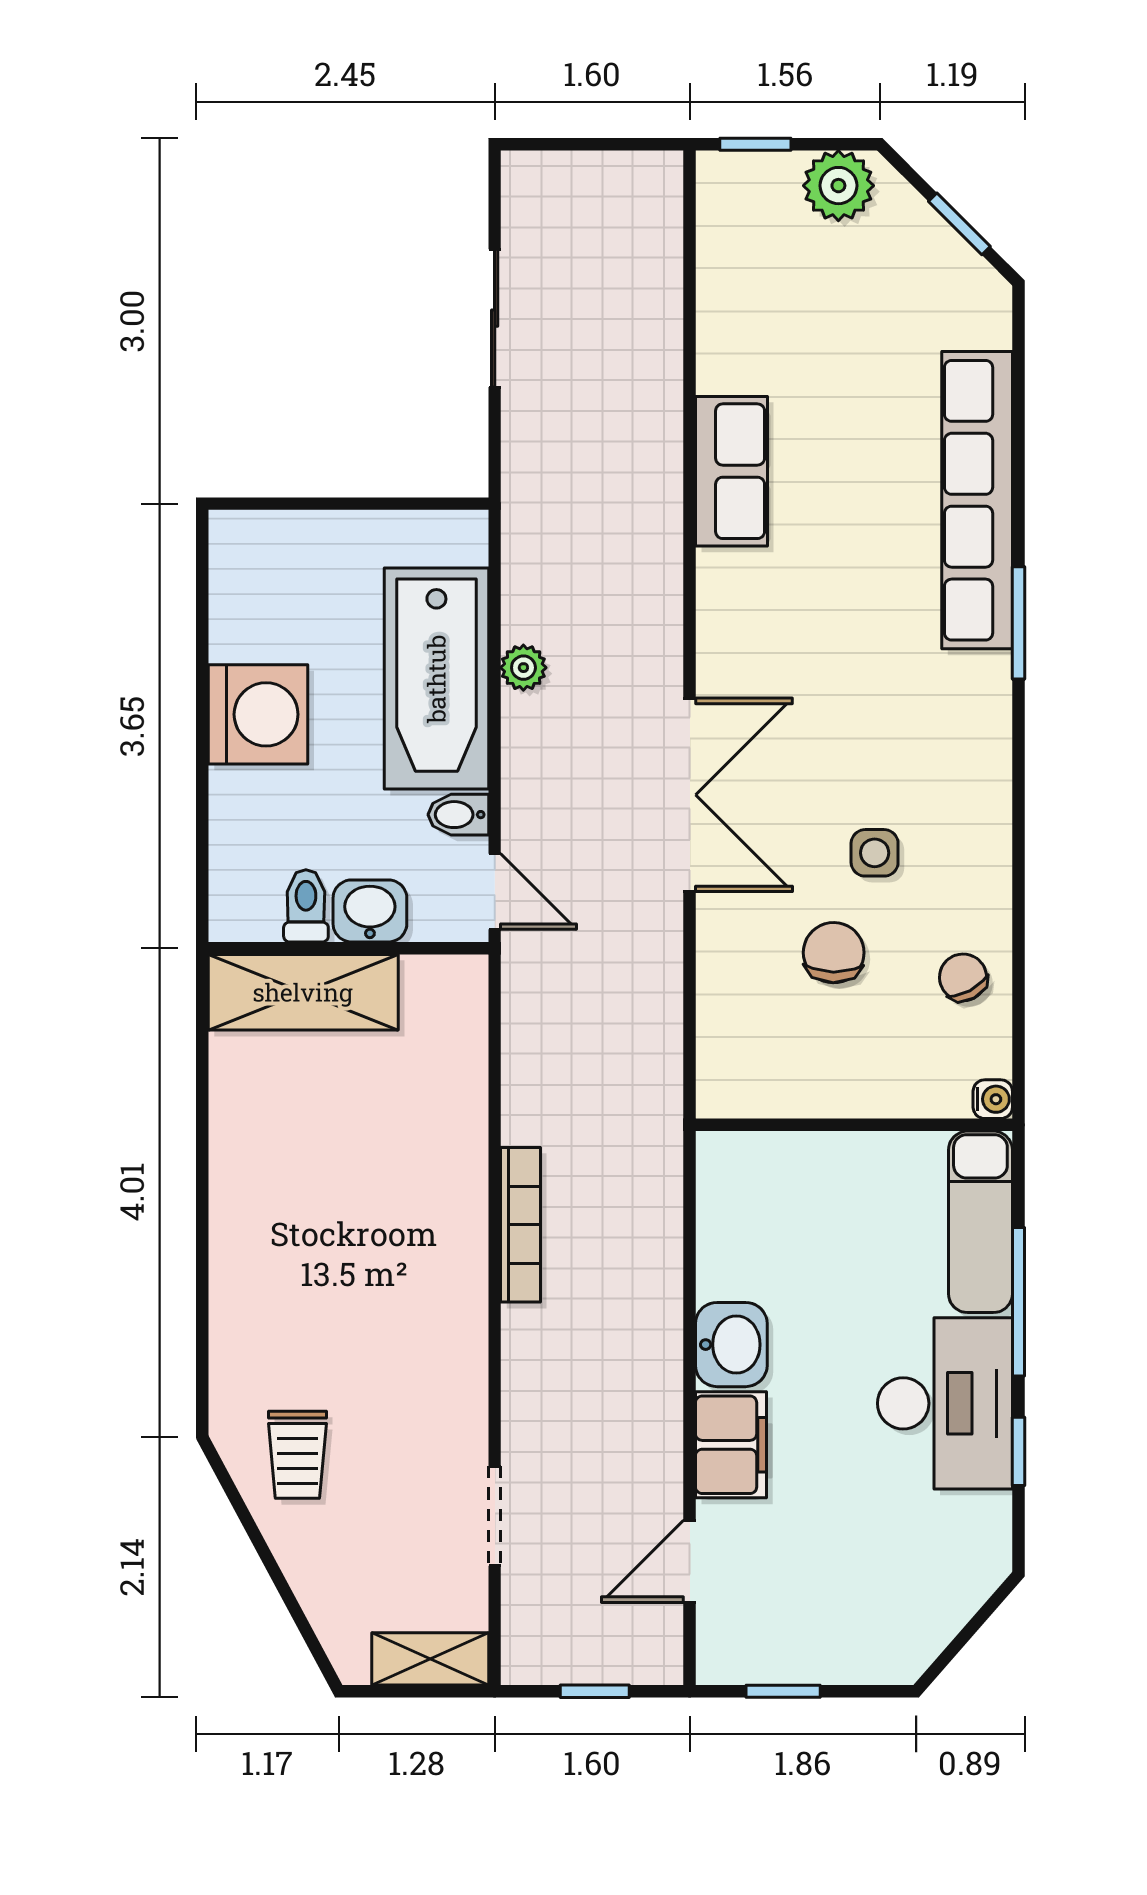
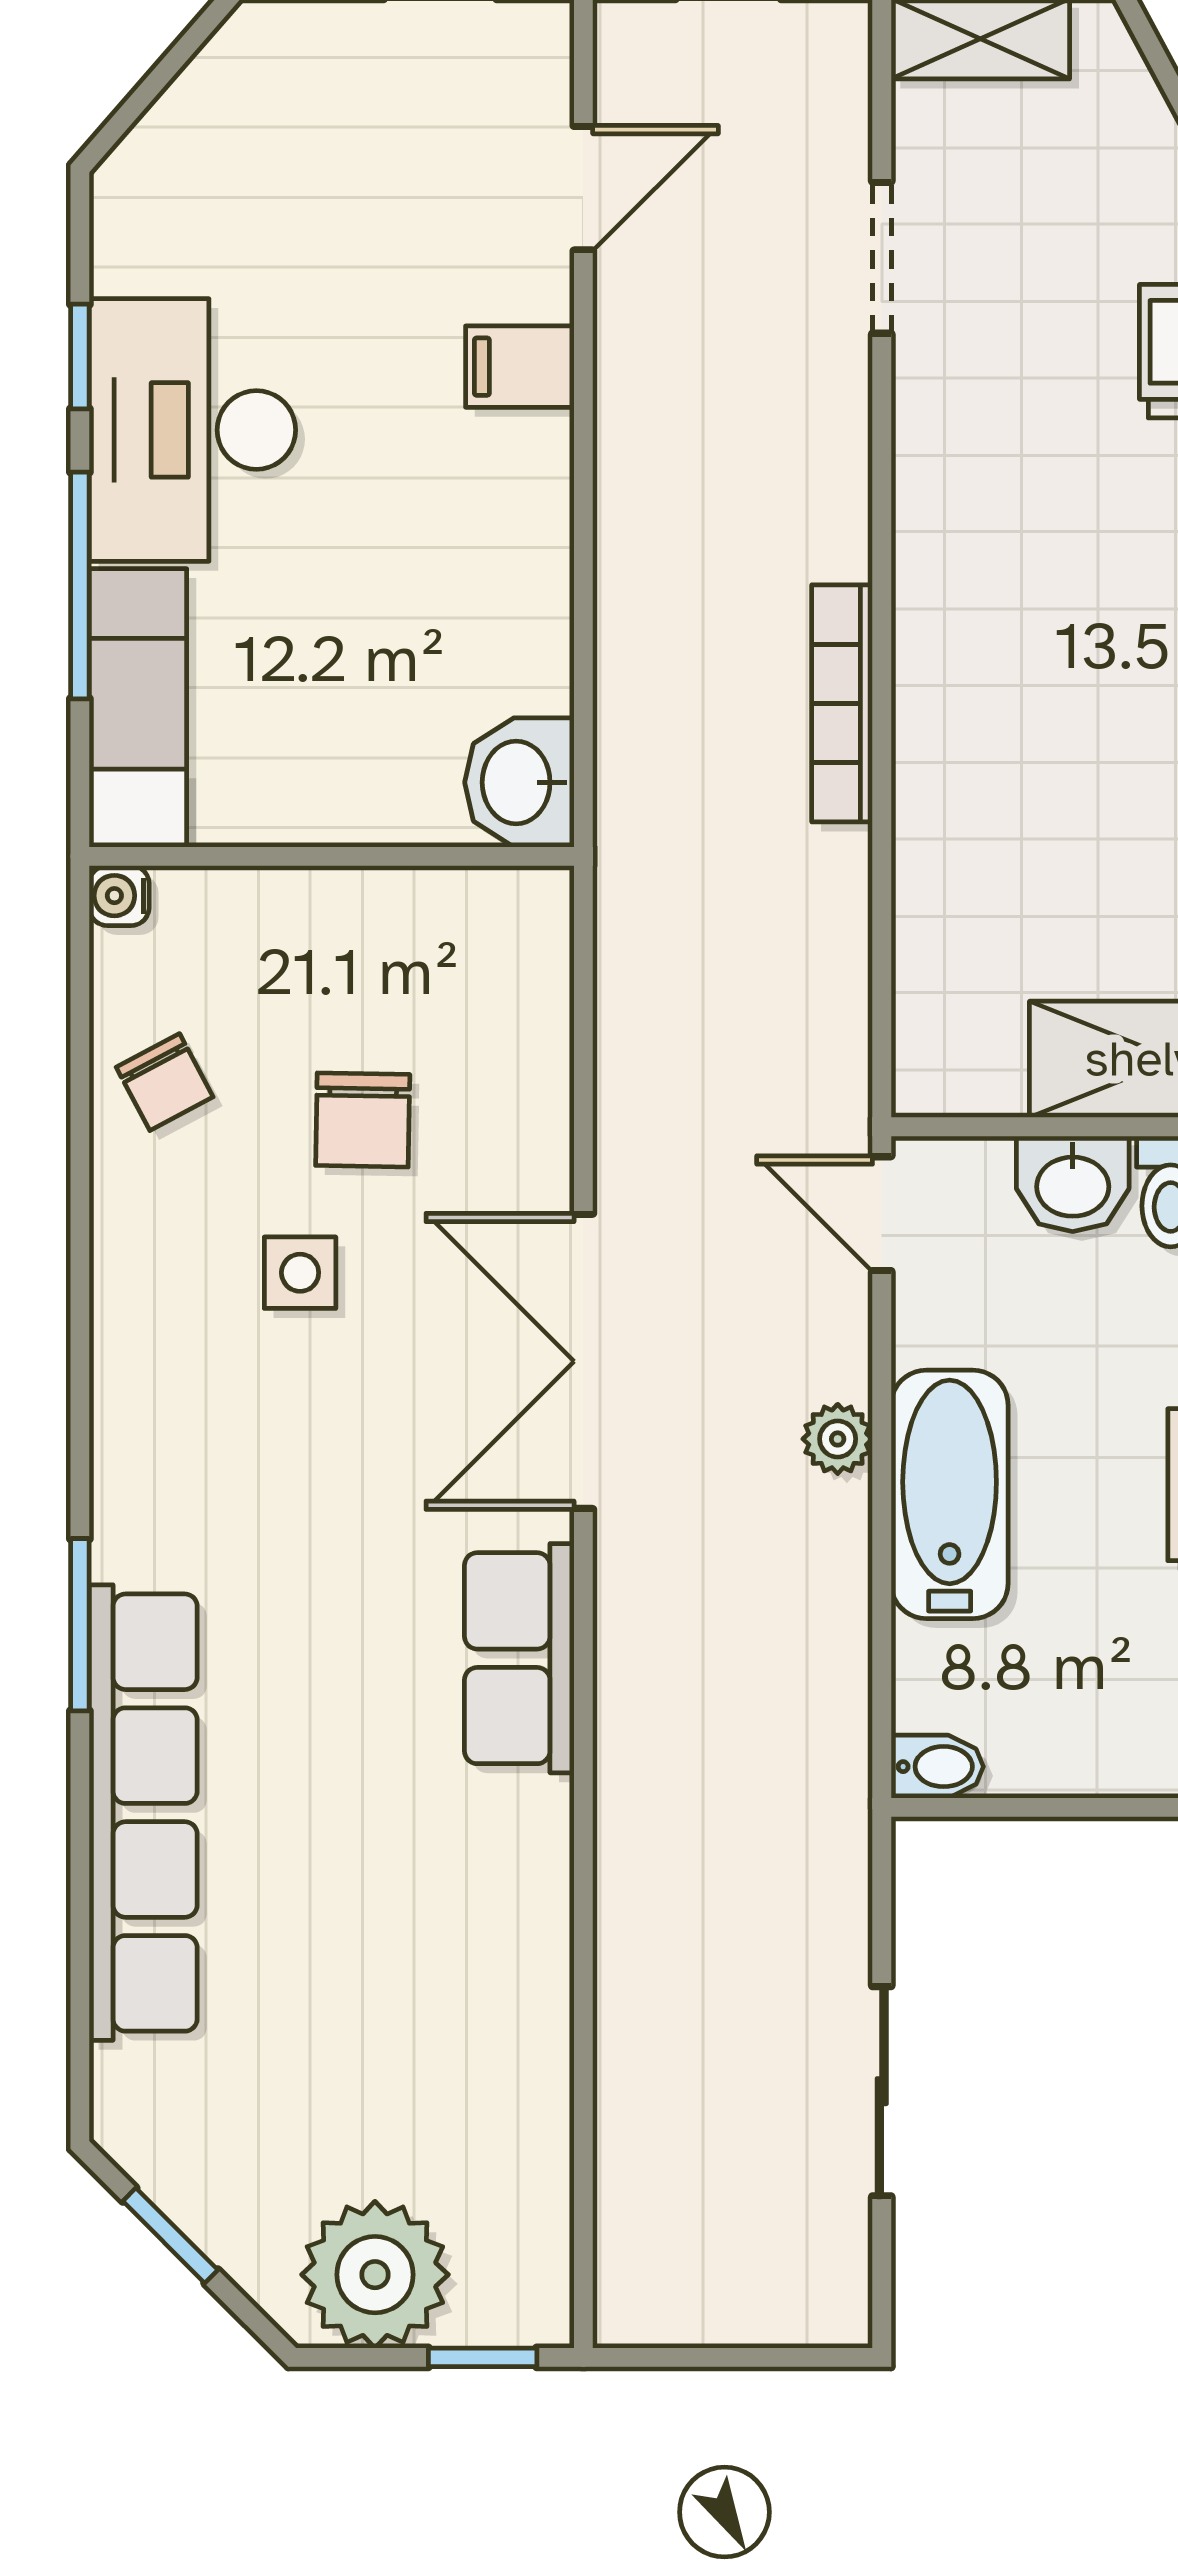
plant: (838, 186) -> (375, 2275), width x1.36, depth x1.36
row of seats: (731, 471) -> (519, 1658), moved
plant: (523, 668) -> (838, 1439), moved
bathtub: (436, 679) -> (950, 1494), width x0.73, depth x0.73
bidet: (458, 815) -> (937, 1767), moved
washbasin: (731, 1345) -> (519, 782), moved
filing cabinet: (731, 1445) -> (520, 367), width x0.50

